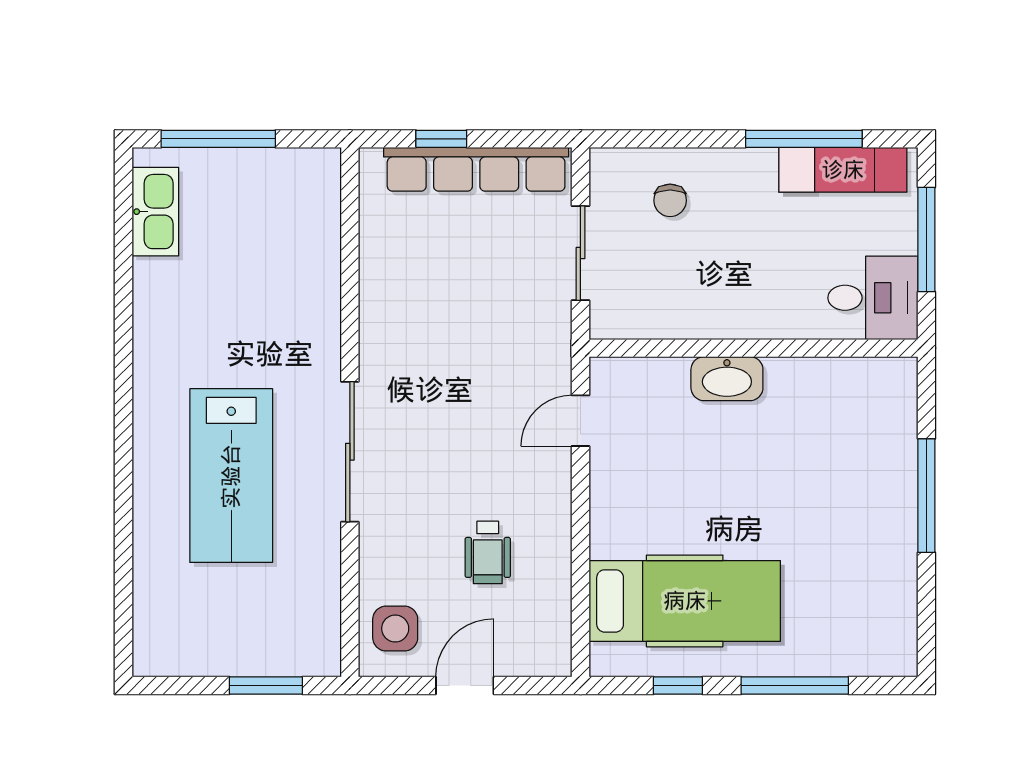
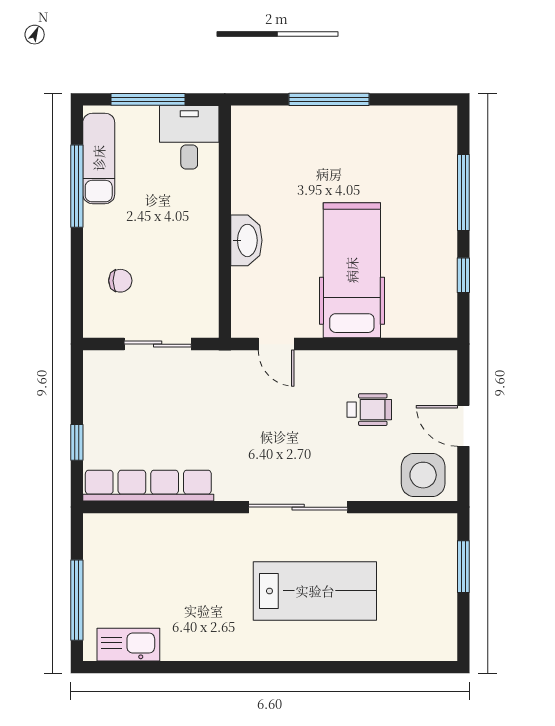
row of seats: (476, 169) -> (148, 486), moved, turned -90
hospital bed: (685, 601) -> (352, 270), moved
side table: (395, 629) -> (423, 475), width x1.37, depth x1.37

